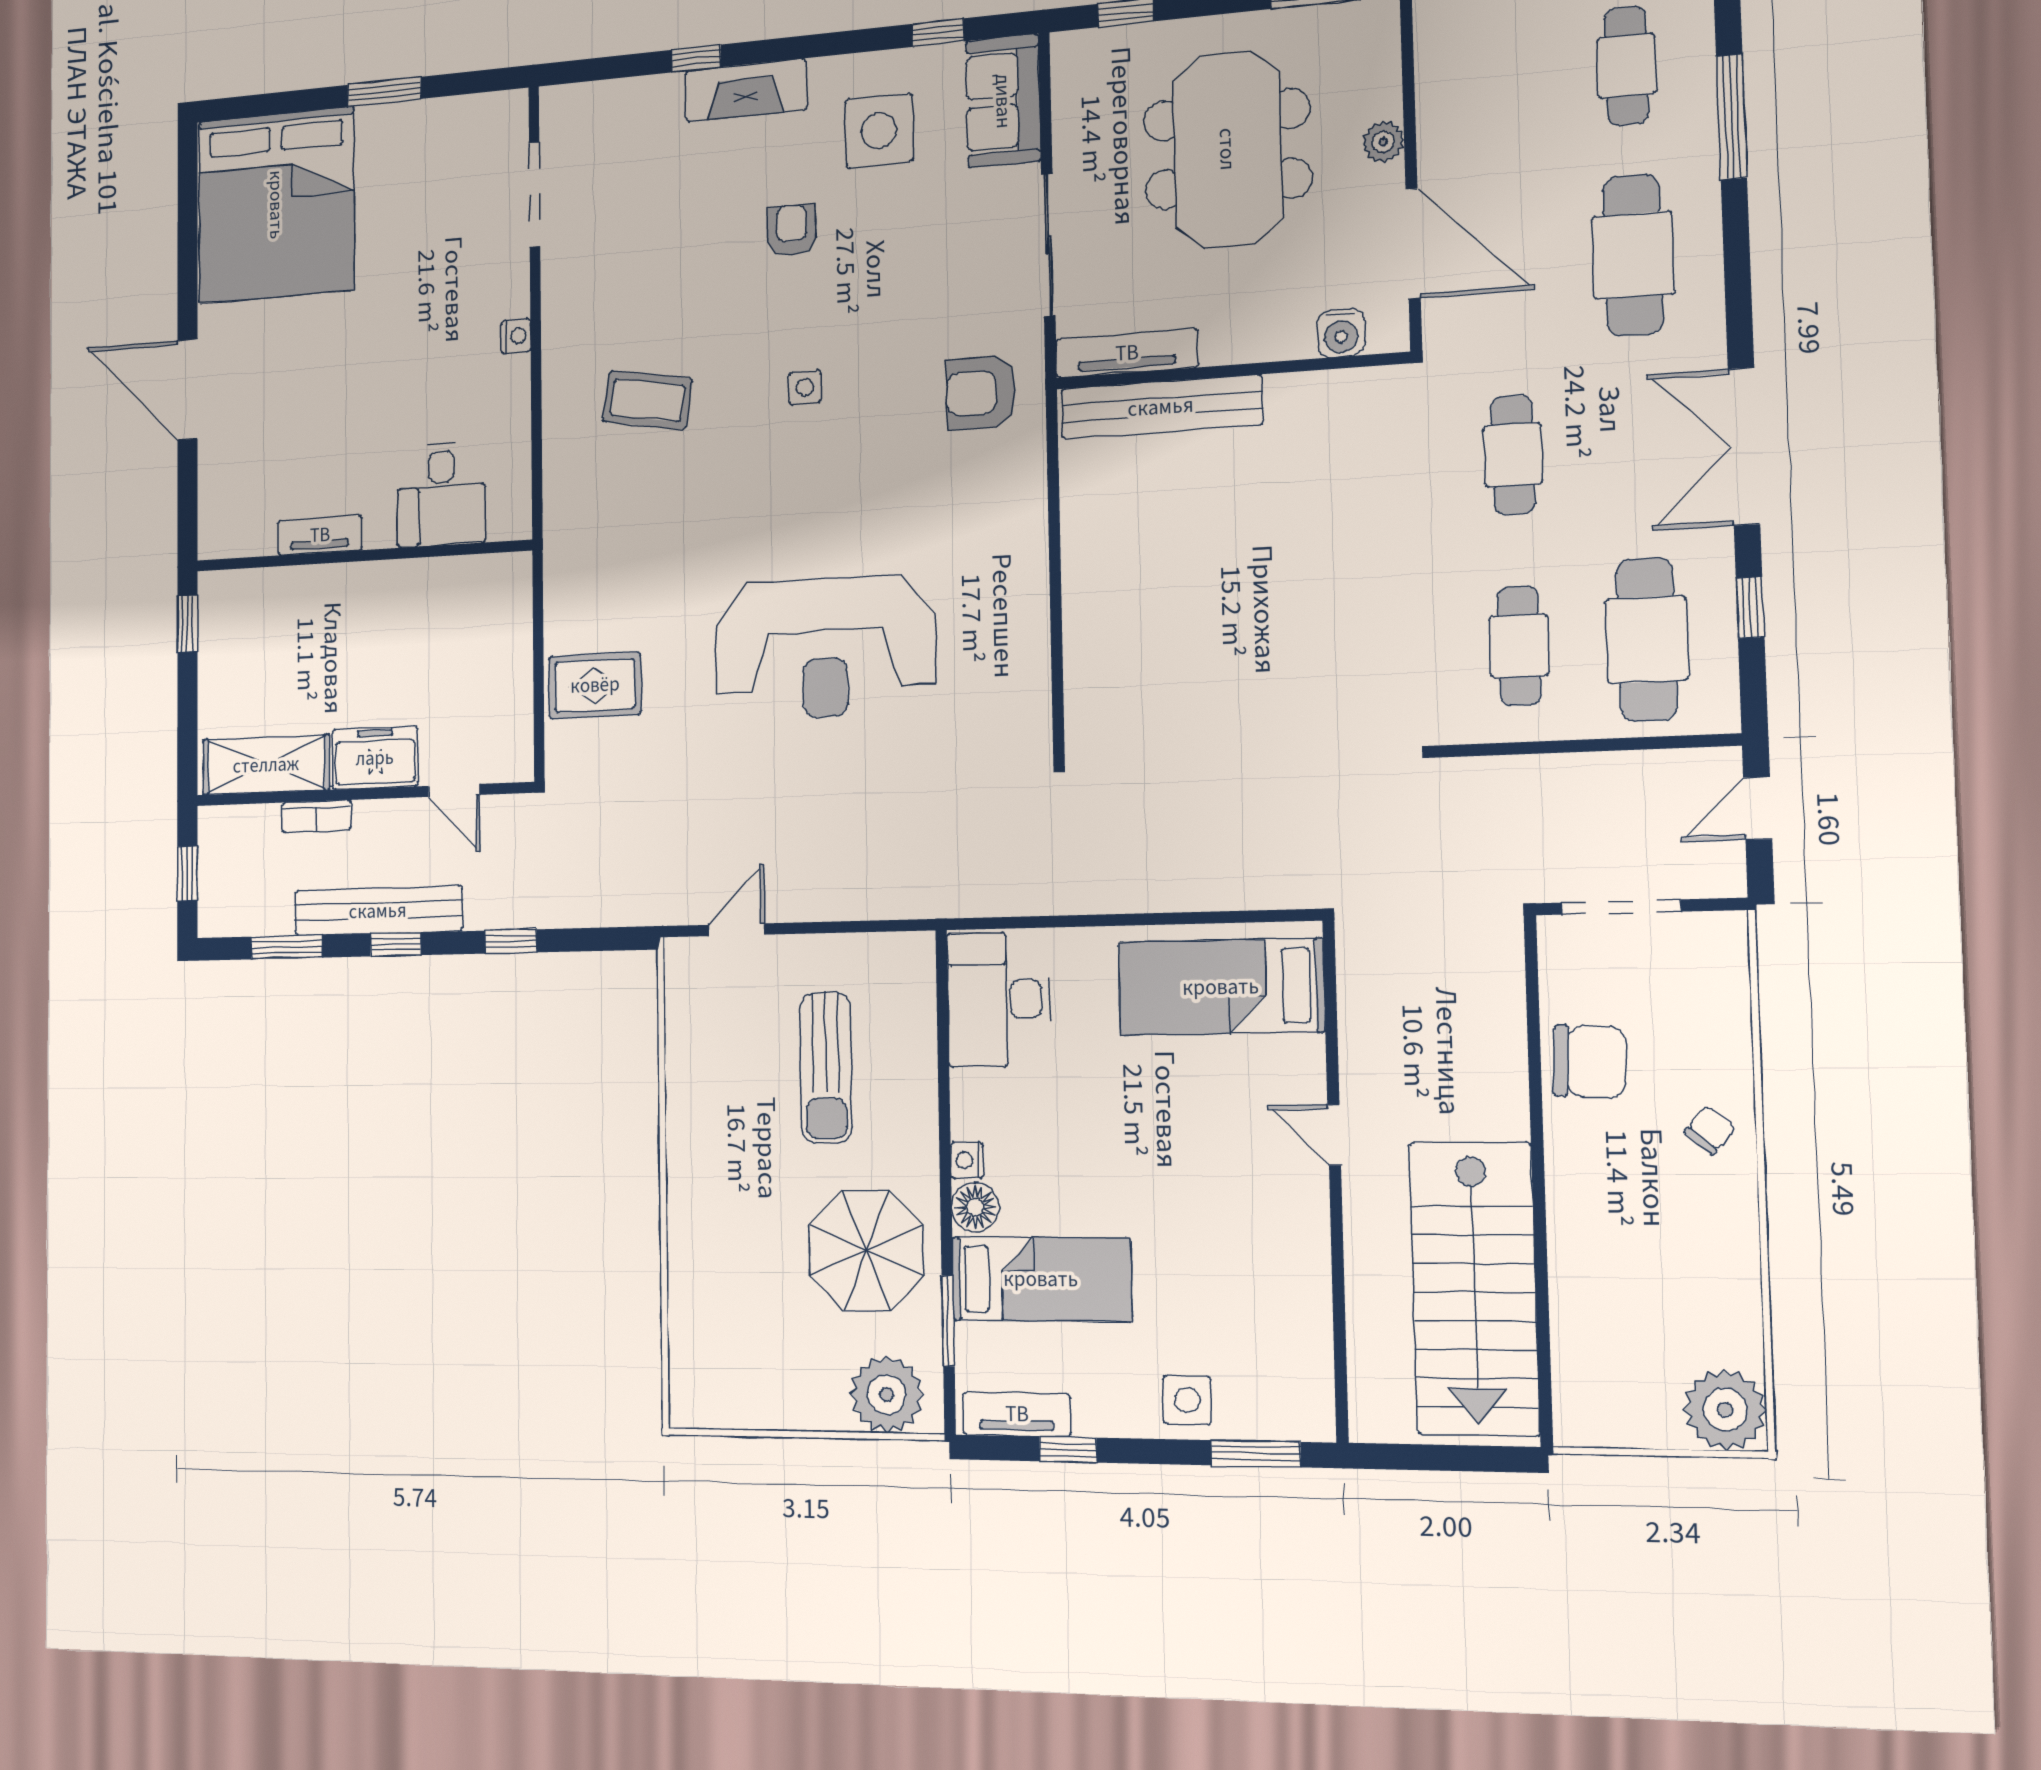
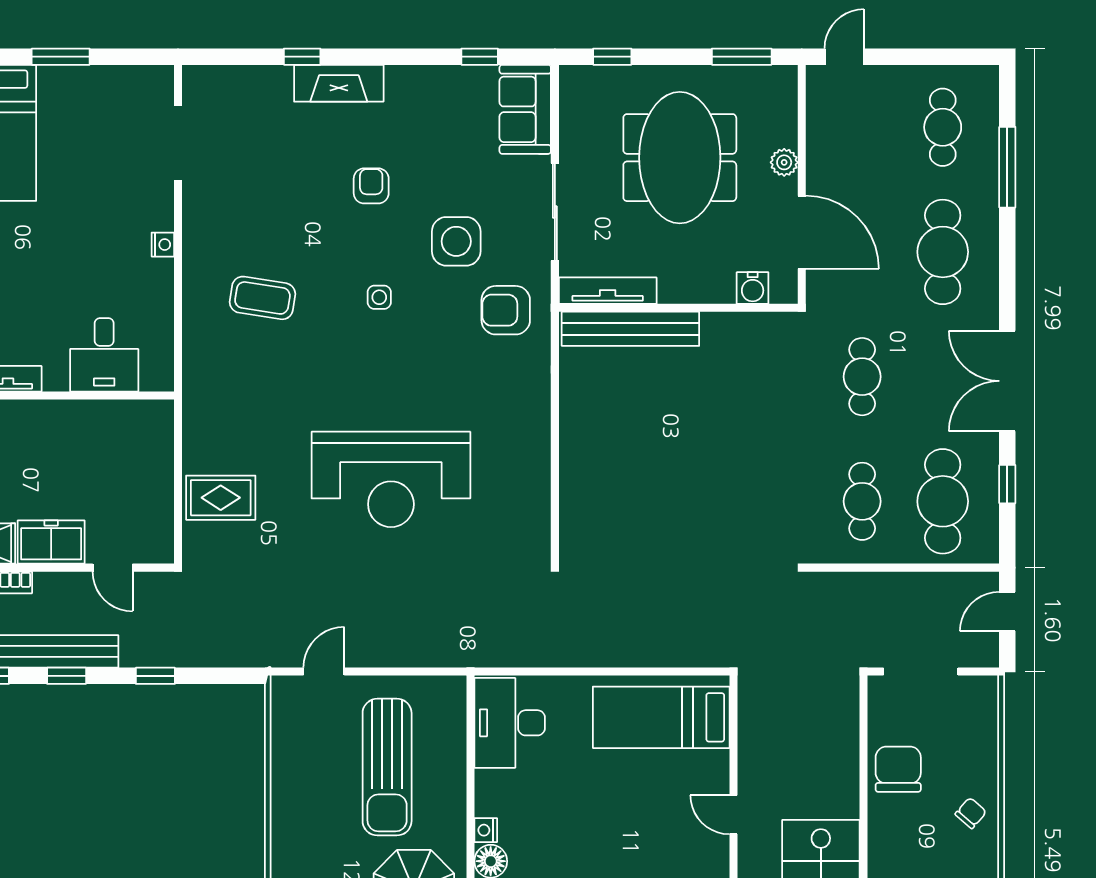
side table: (879, 131) -> (456, 241), moved
chair: (1590, 1061) -> (898, 769), turned -93
sun lounger: (826, 1068) -> (387, 767), width x1.36, depth x1.34

